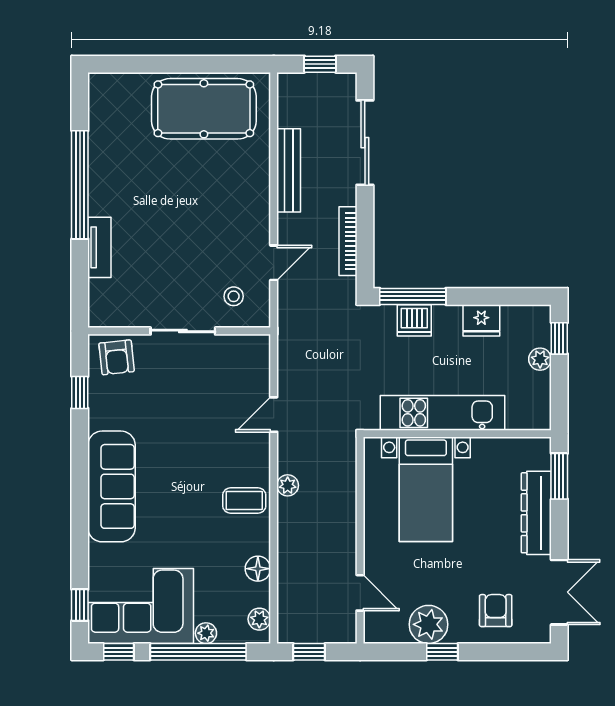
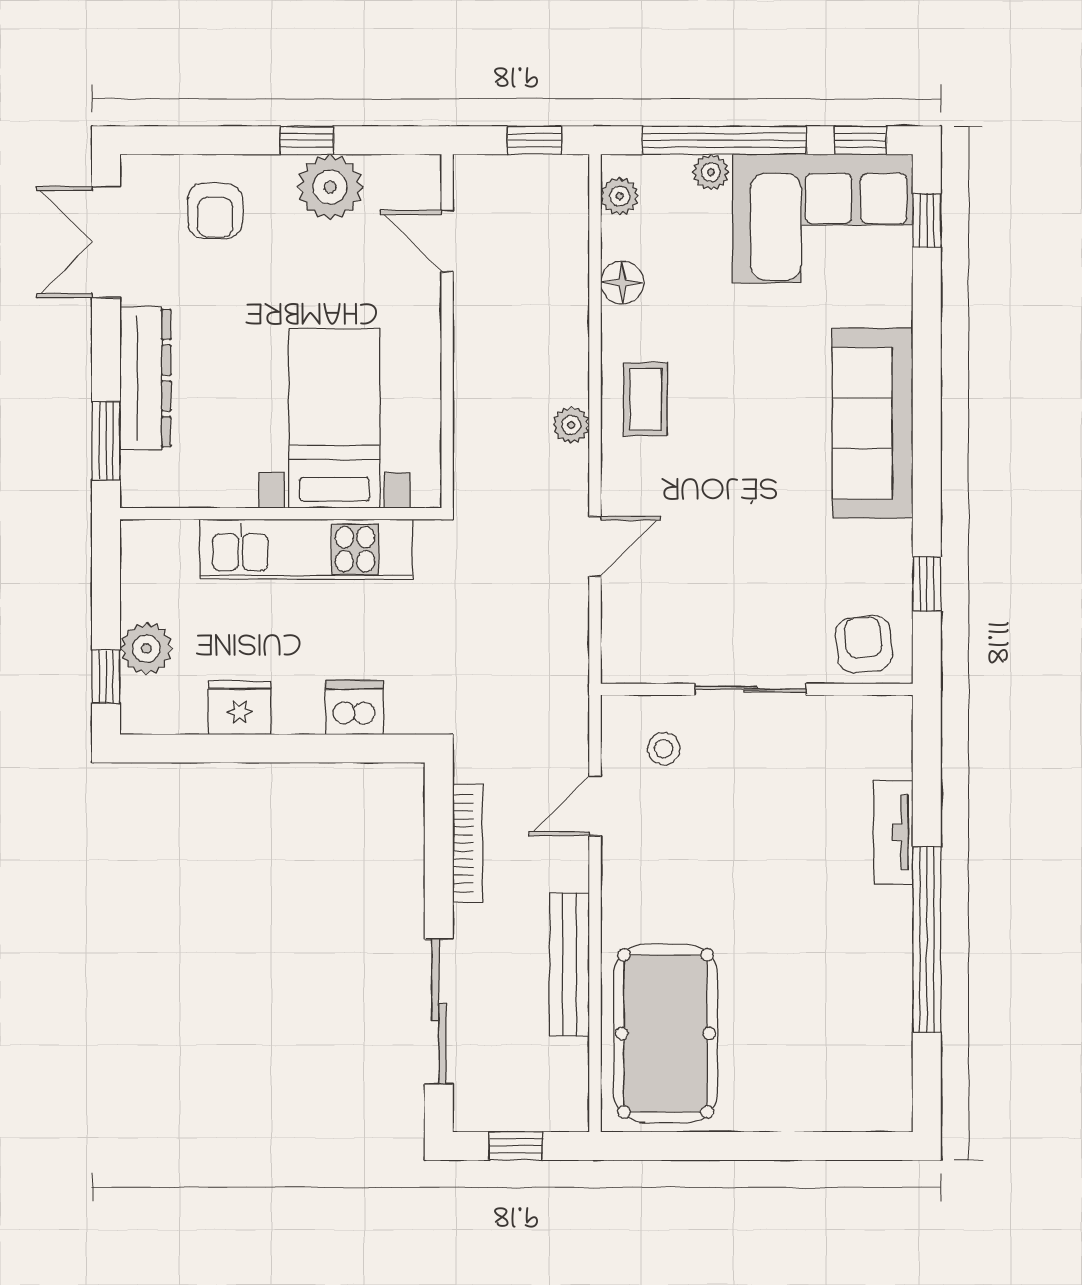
pool table: (204, 109) -> (666, 1033), moved, turned 90
window: (413, 296) -> (357, 748), removed
plant: (540, 359) -> (146, 648), width x1.38, depth x1.38
coffee table: (244, 500) -> (645, 399), turned 90

